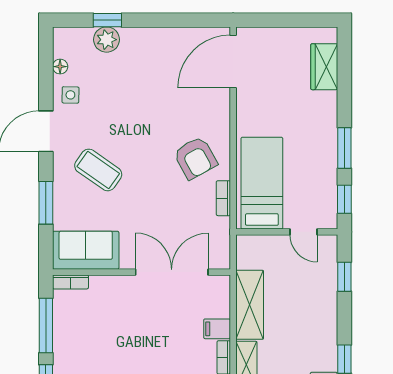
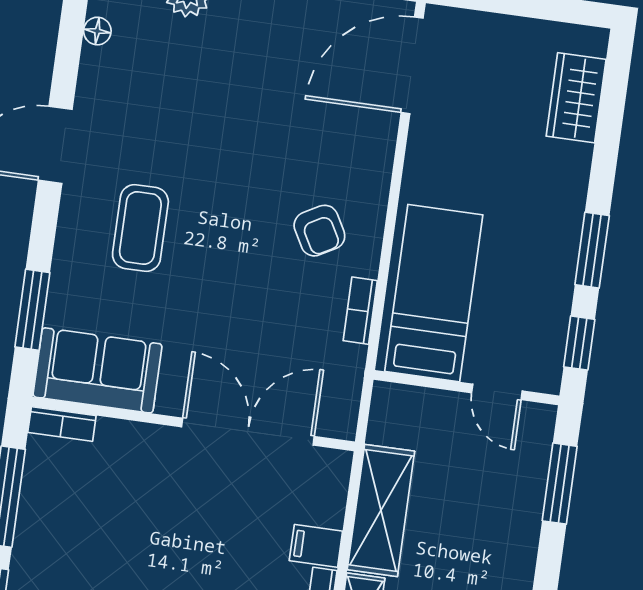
side table: (70, 95) -> (109, 85), removed
armchair: (195, 158) -> (319, 231), width x0.72, depth x0.72
coffee table: (98, 170) -> (140, 228), turned 55
window: (46, 203) -> (32, 310), moved
window: (344, 277) -> (560, 484), width x1.50

